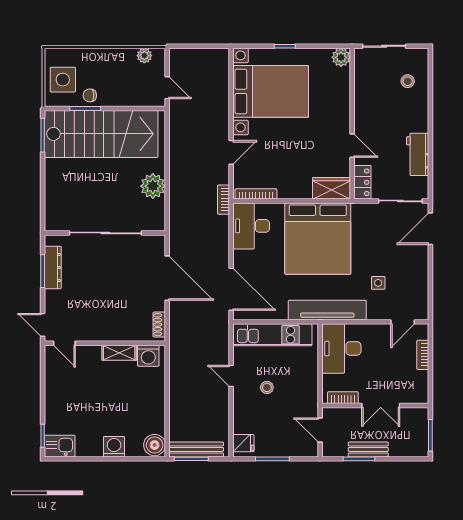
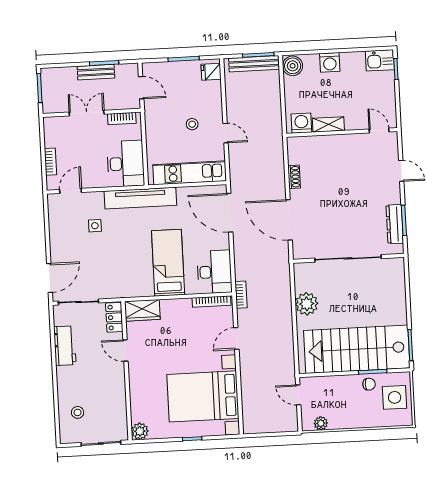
bed: (318, 239) -> (168, 263), width x0.49
door: (64, 343) -> (379, 131), moved
wall: (105, 343) -> (342, 132), moved
shelving: (119, 353) -> (328, 124), moved
washing machine: (148, 356) -> (301, 123), moved

